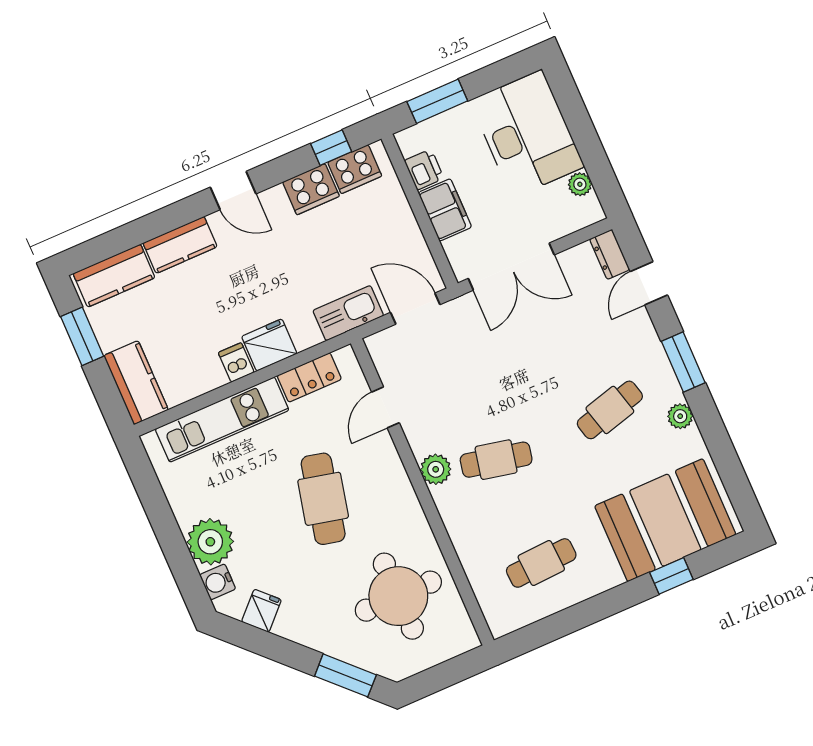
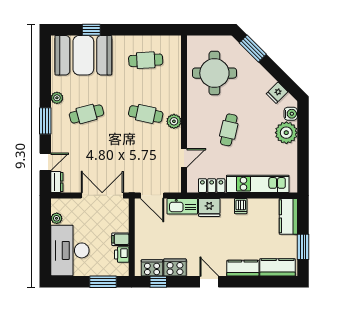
filing cabinet: (445, 210) -> (120, 239), width x0.50
fridge: (269, 345) -> (209, 207), moved
cafe table: (323, 499) -> (229, 130), width x0.73, depth x0.74

